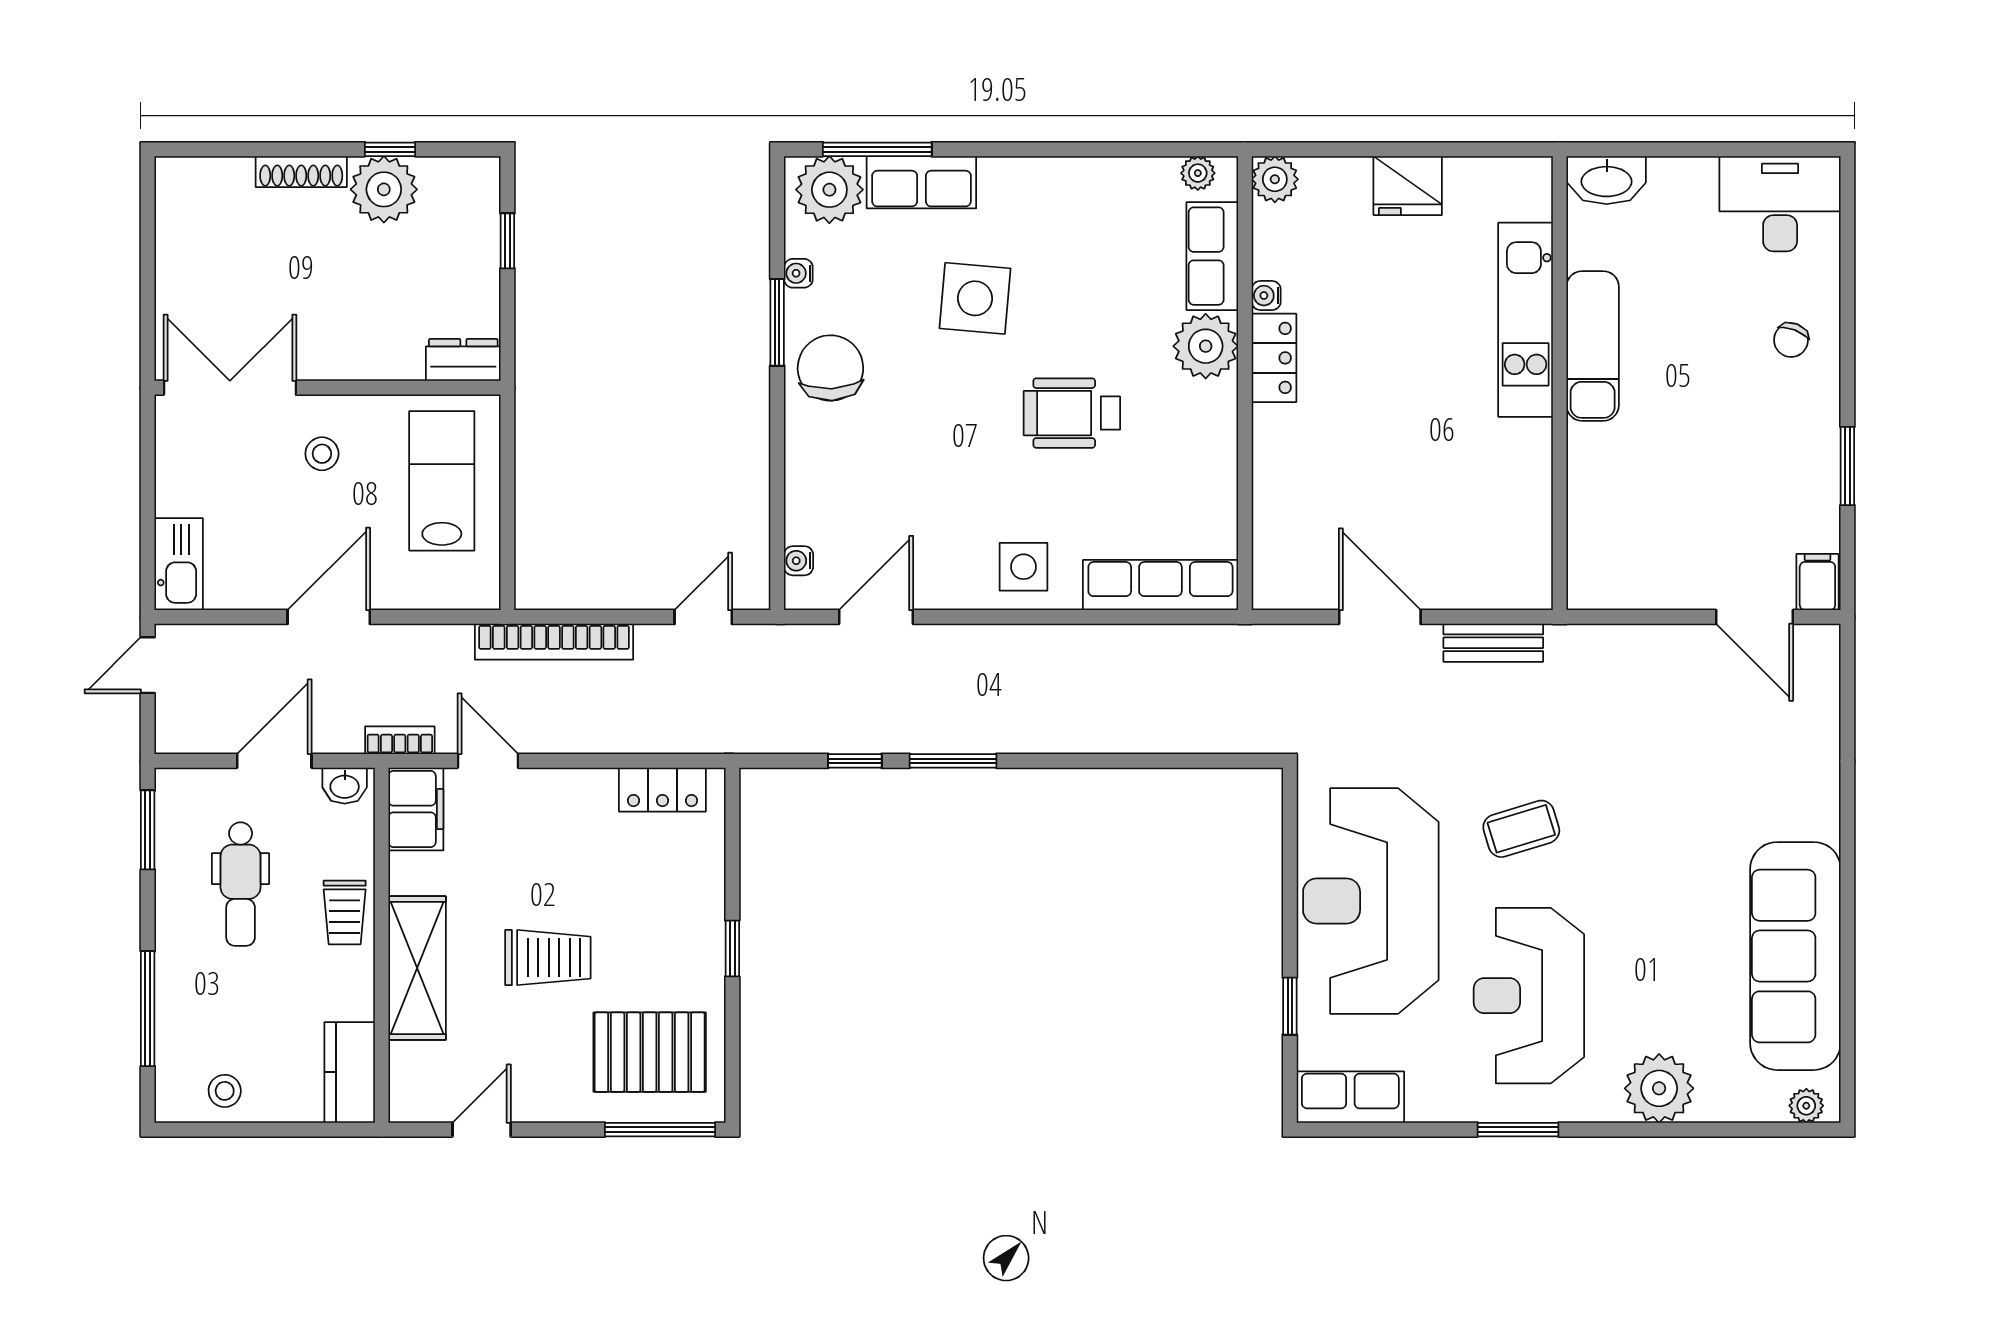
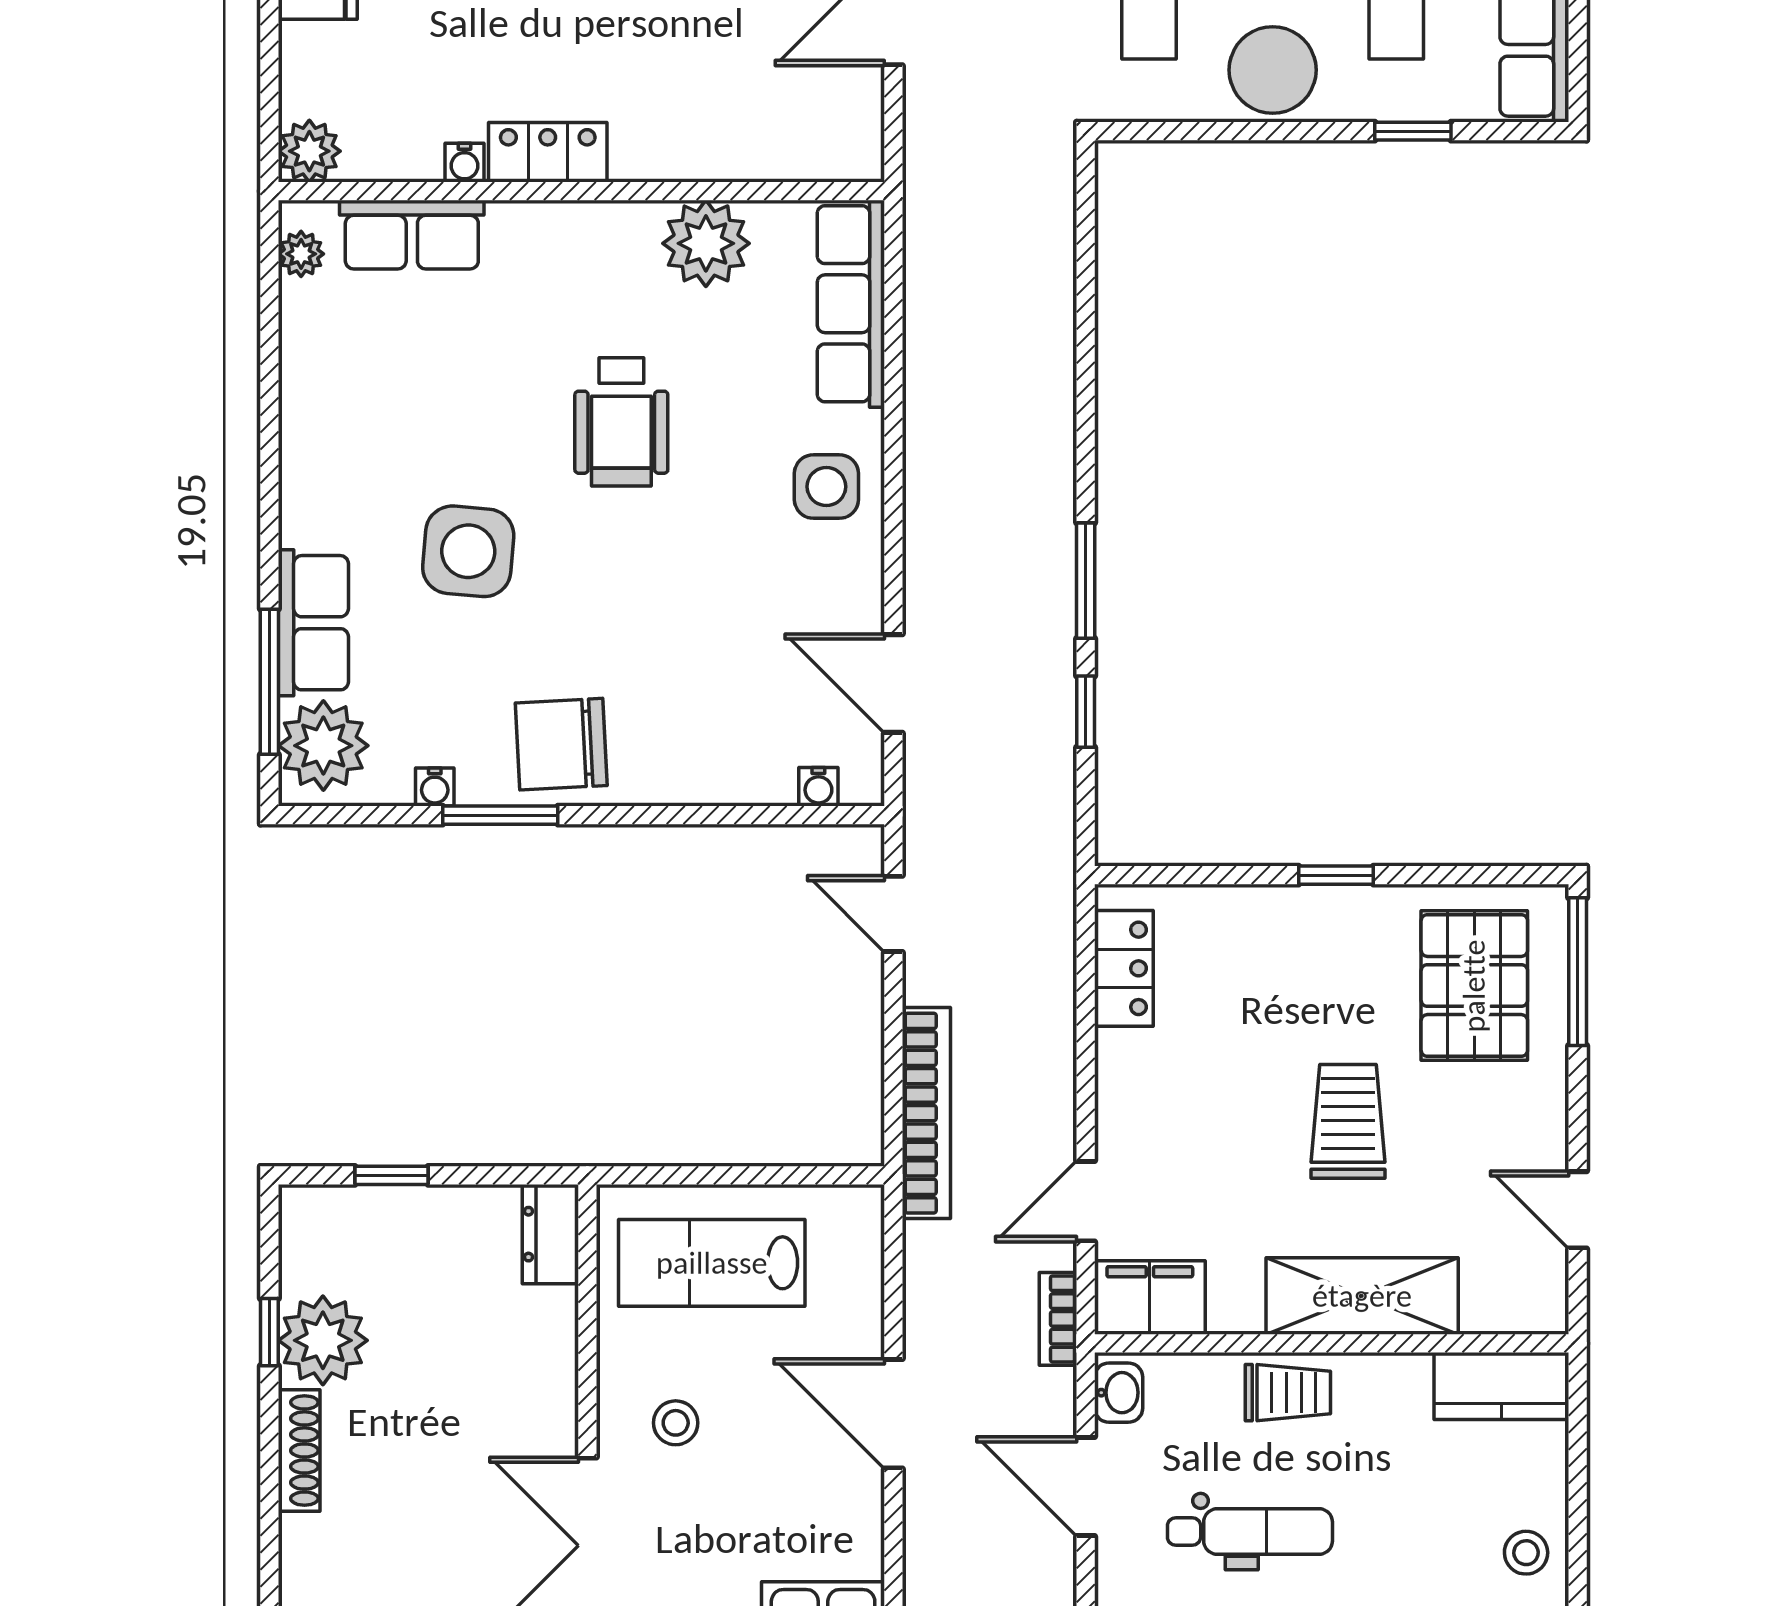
plant: (1206, 346) -> (706, 243), moved

